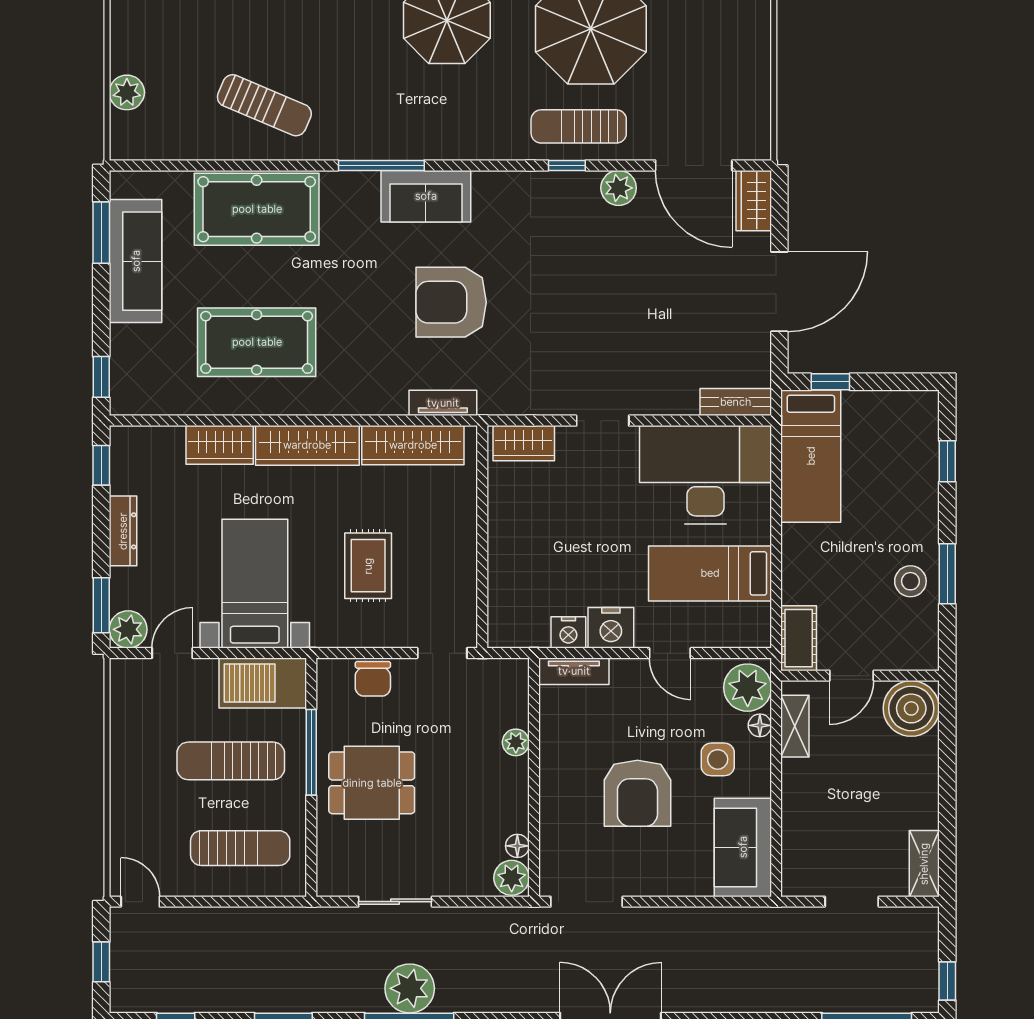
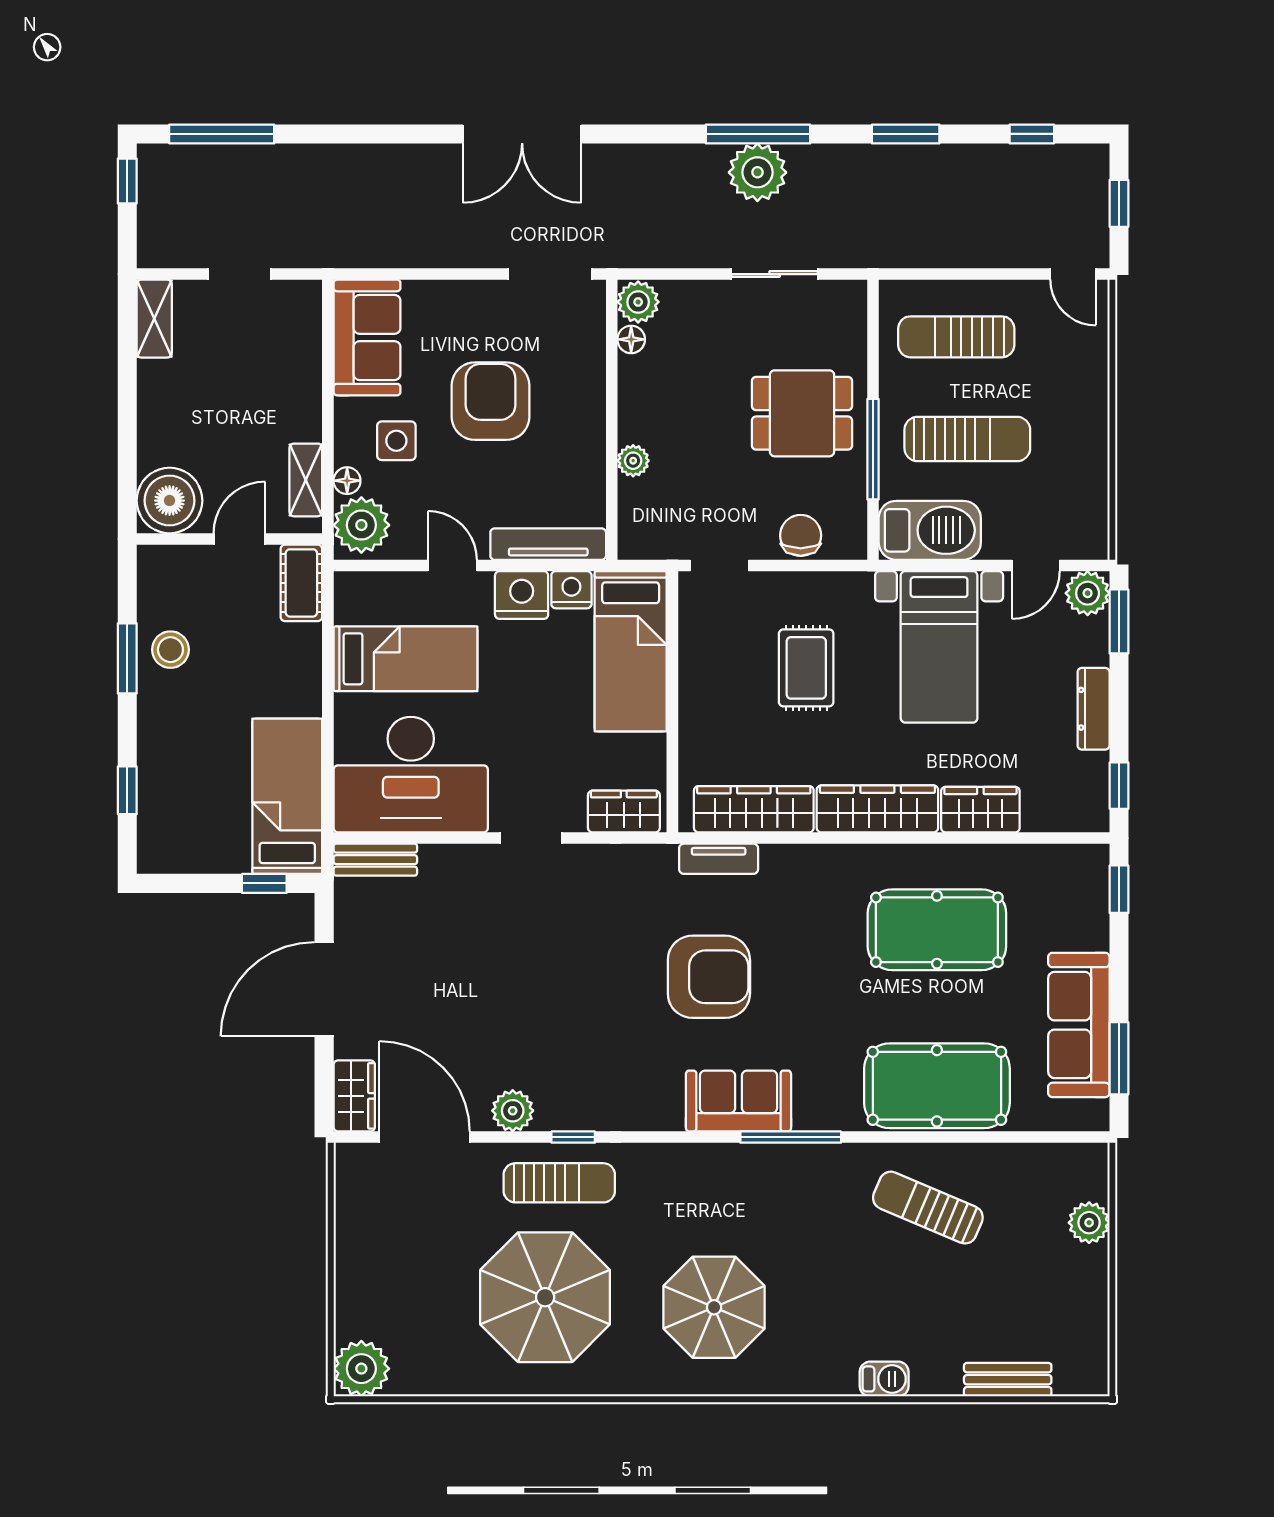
bed: (518, 580) -> (631, 651), added
tv unit: (574, 671) -> (548, 544), width x1.41

